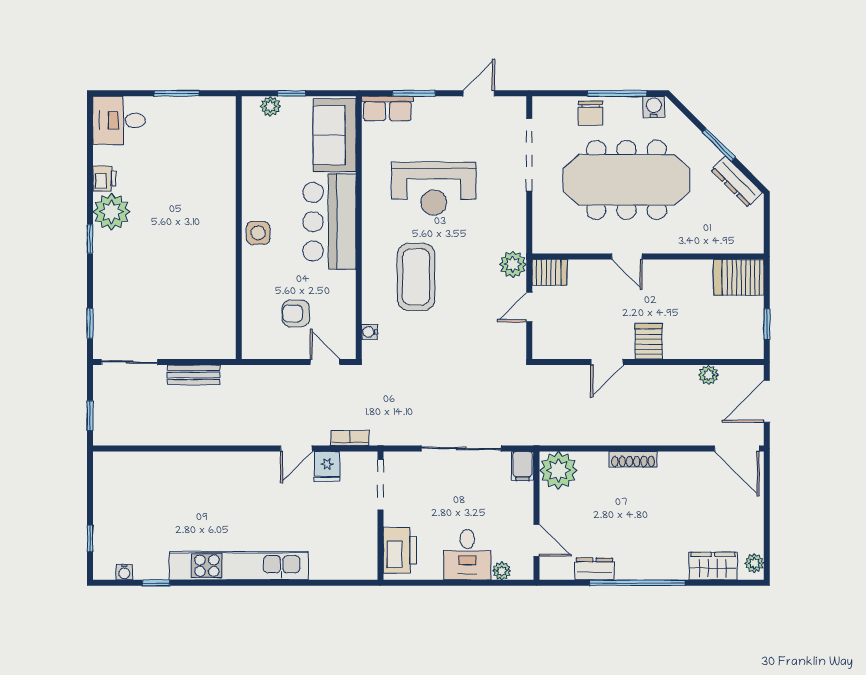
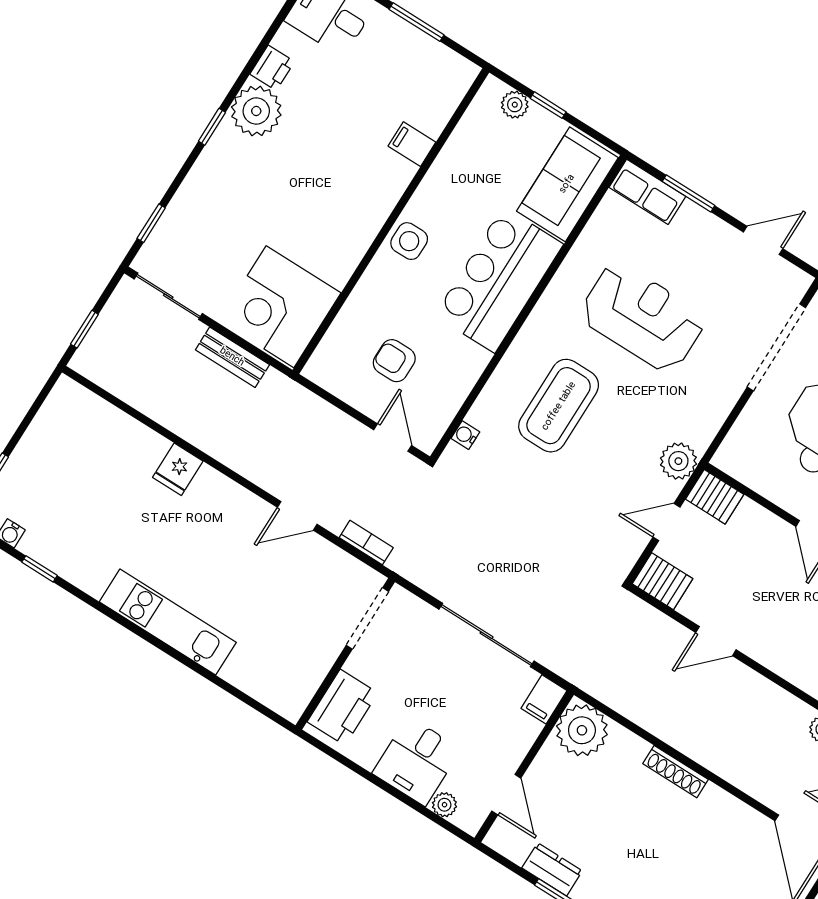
filing cabinet: (222, 171) -> (412, 144), added
reception desk: (434, 189) -> (642, 317), turned 180
corner desk: (203, 325) -> (280, 307), added
server rack: (649, 341) -> (663, 581), moved, turned 90
fridge: (327, 466) -> (178, 469), moved
kitchen unit: (239, 566) -> (168, 622), width x0.73

